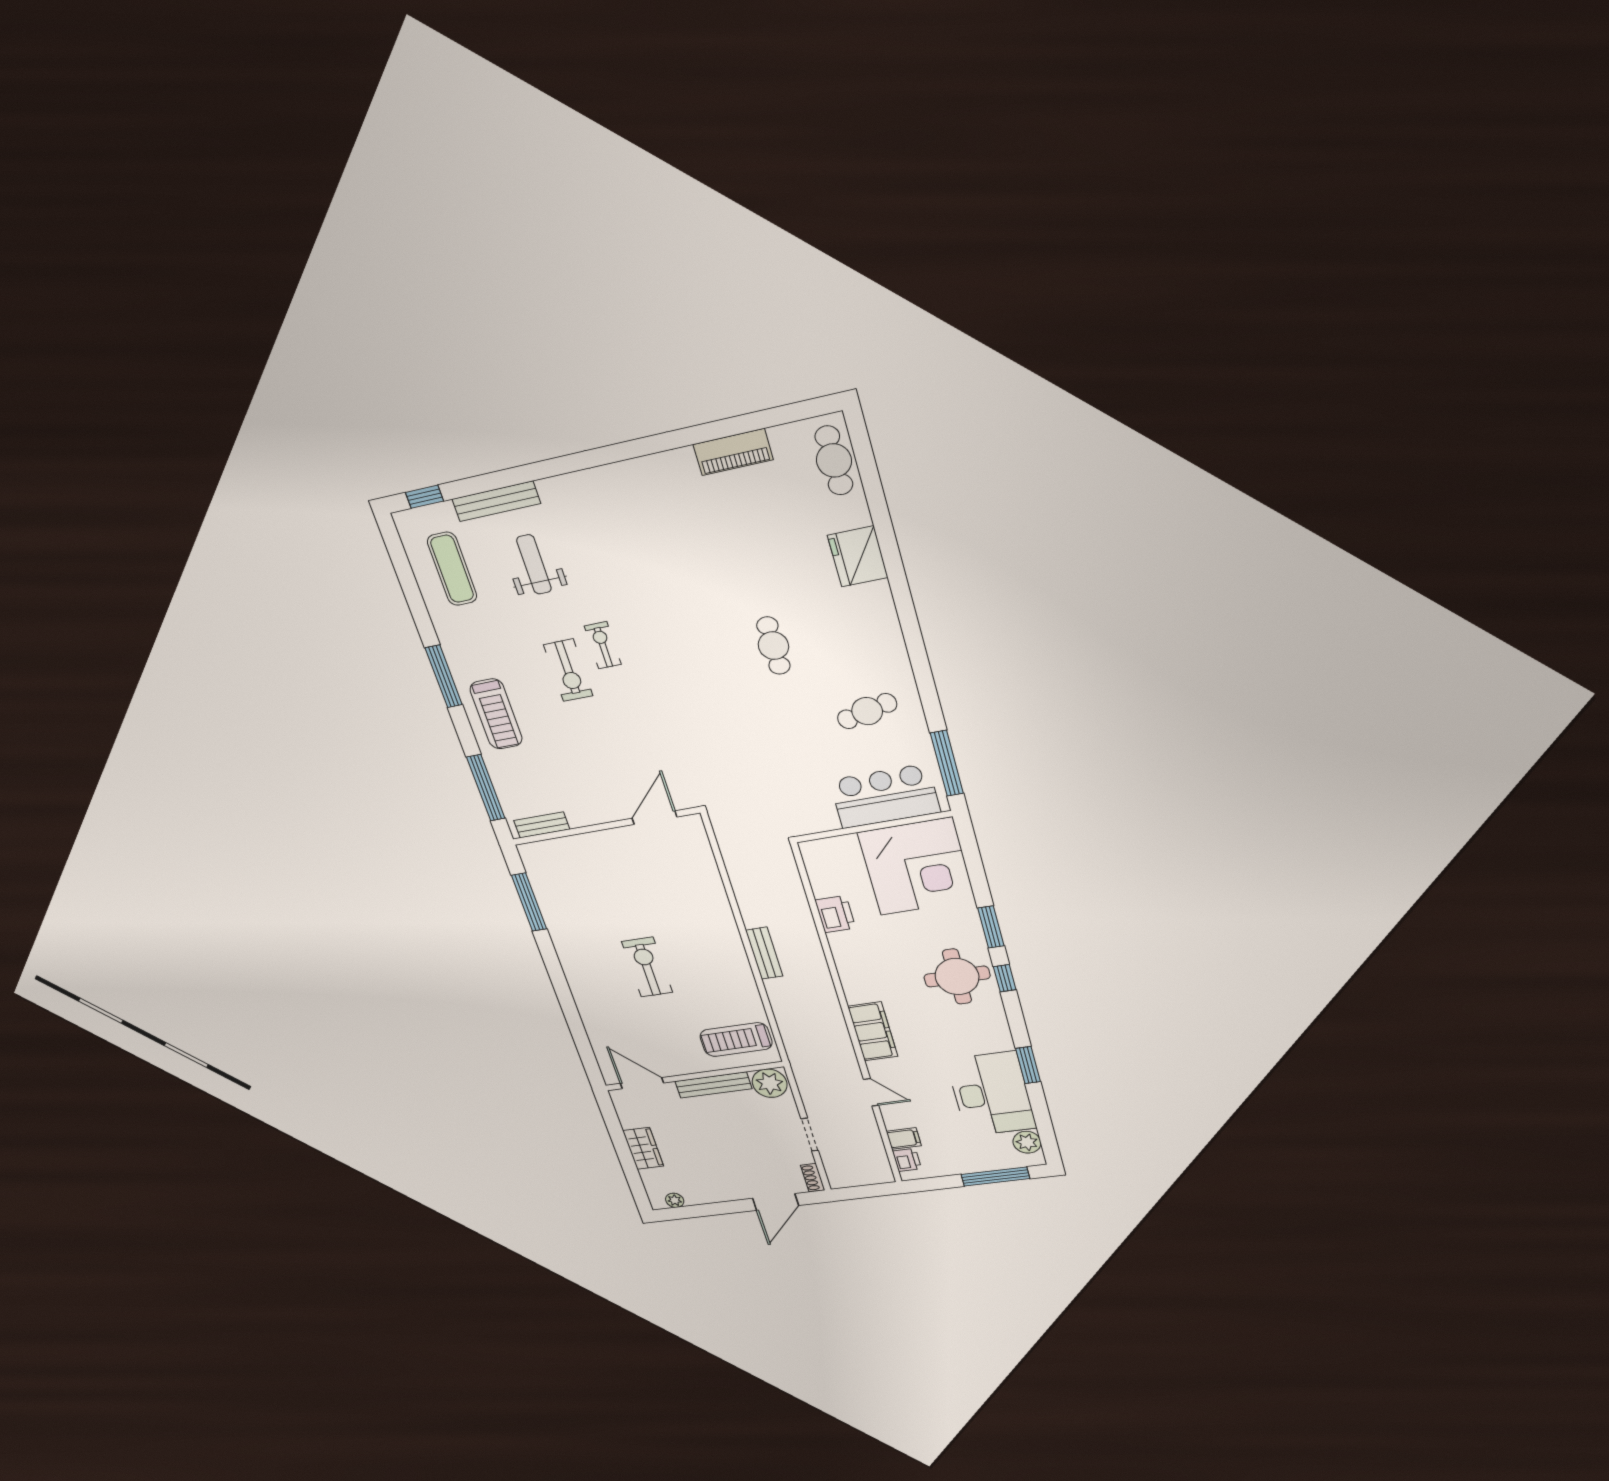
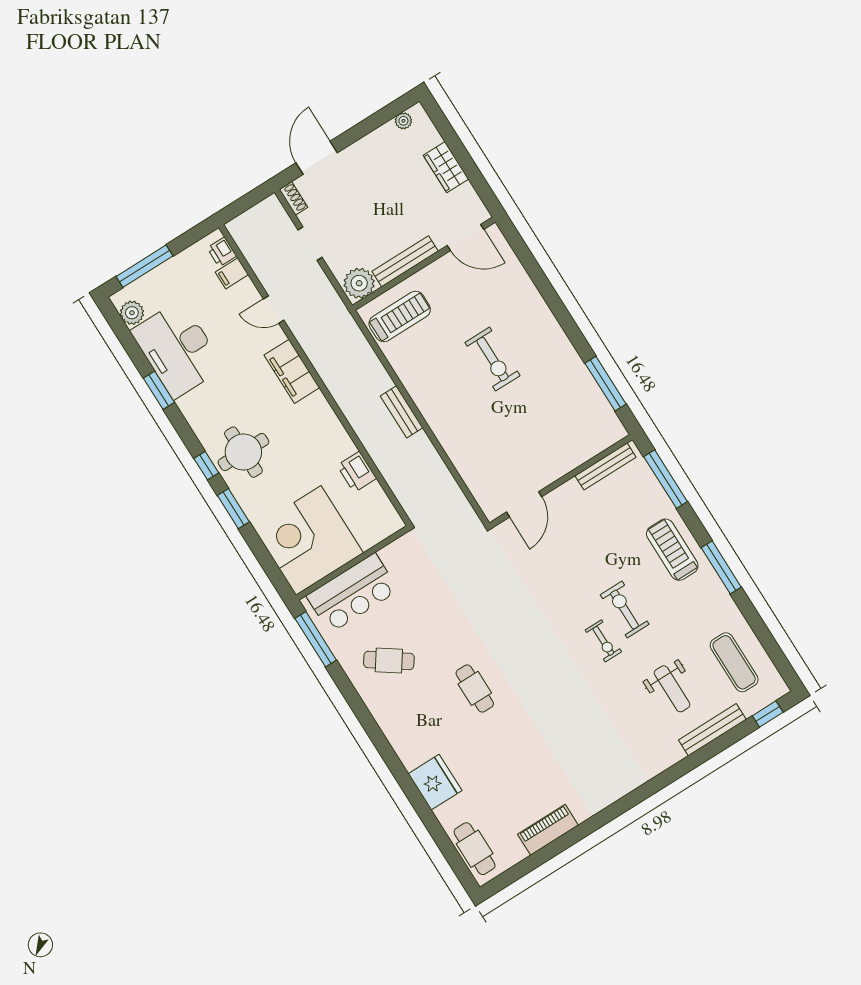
cafe table: (867, 711) -> (389, 660), turned 48
bench: (542, 825) -> (605, 466), width x1.36

